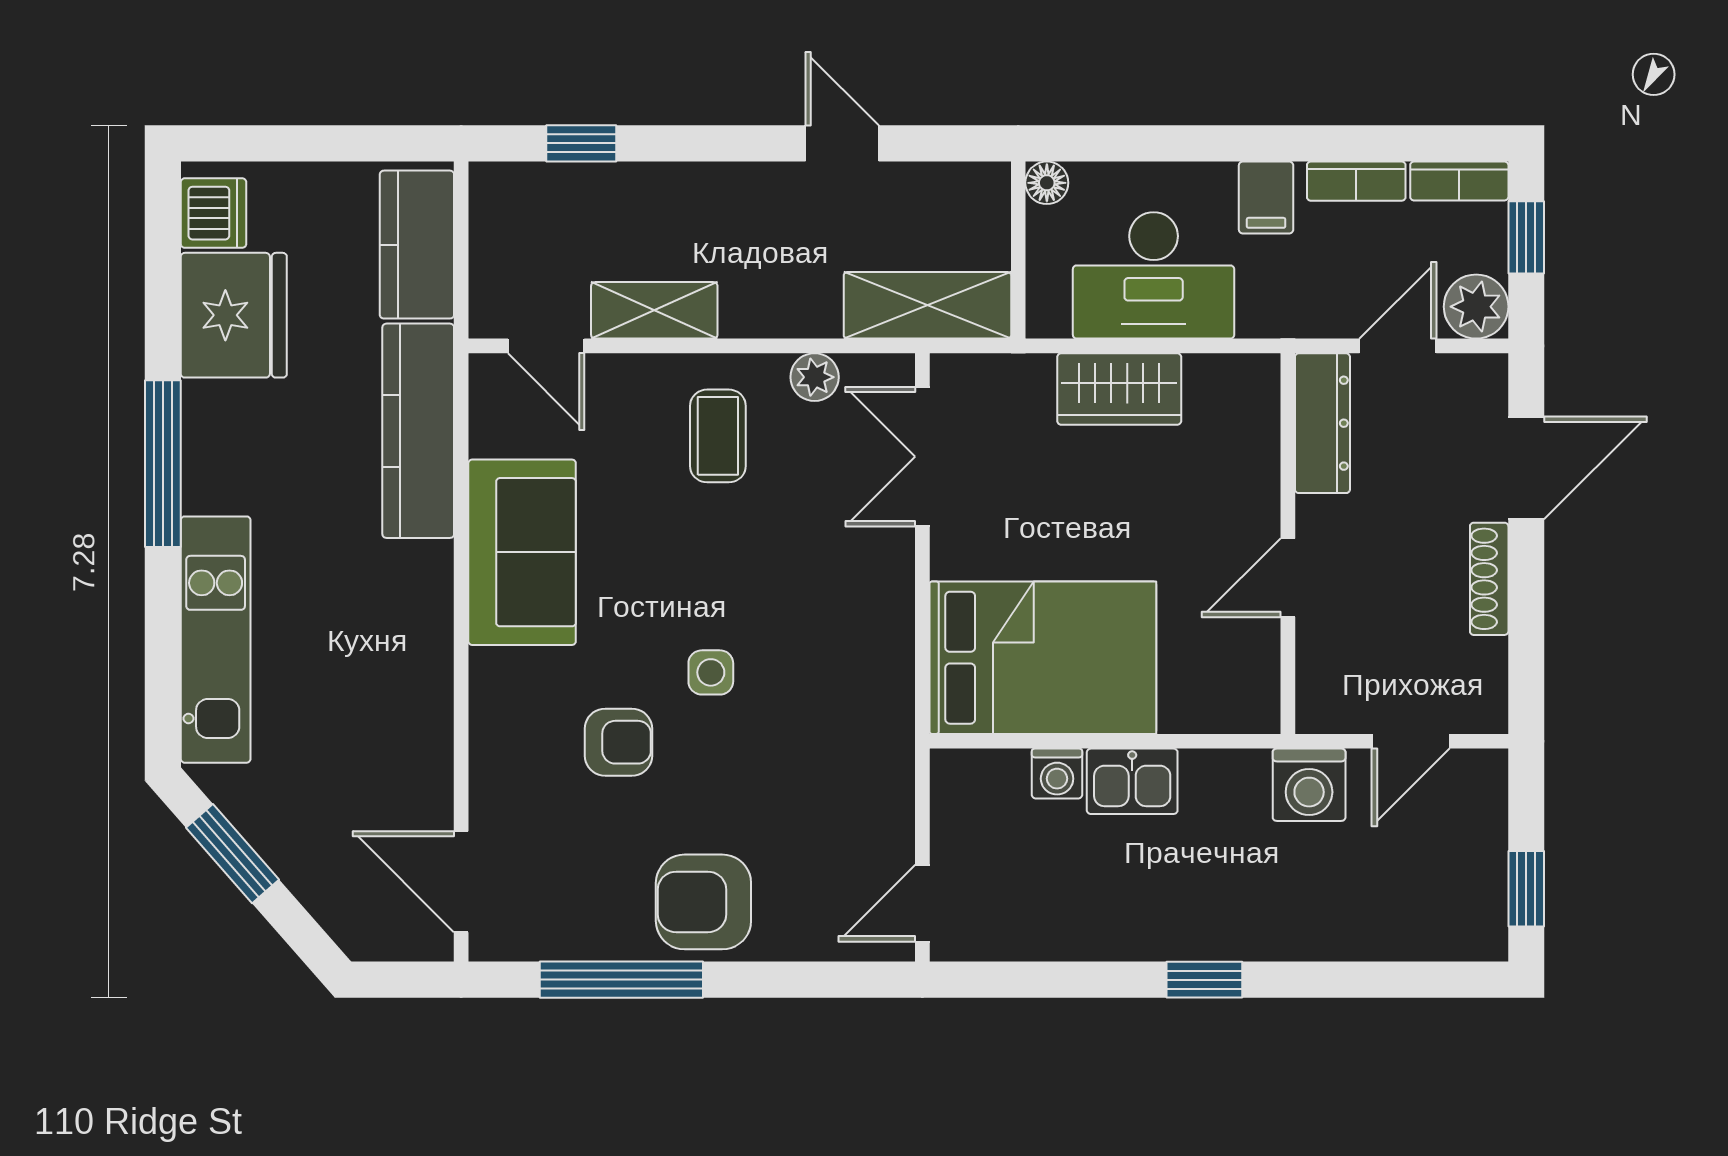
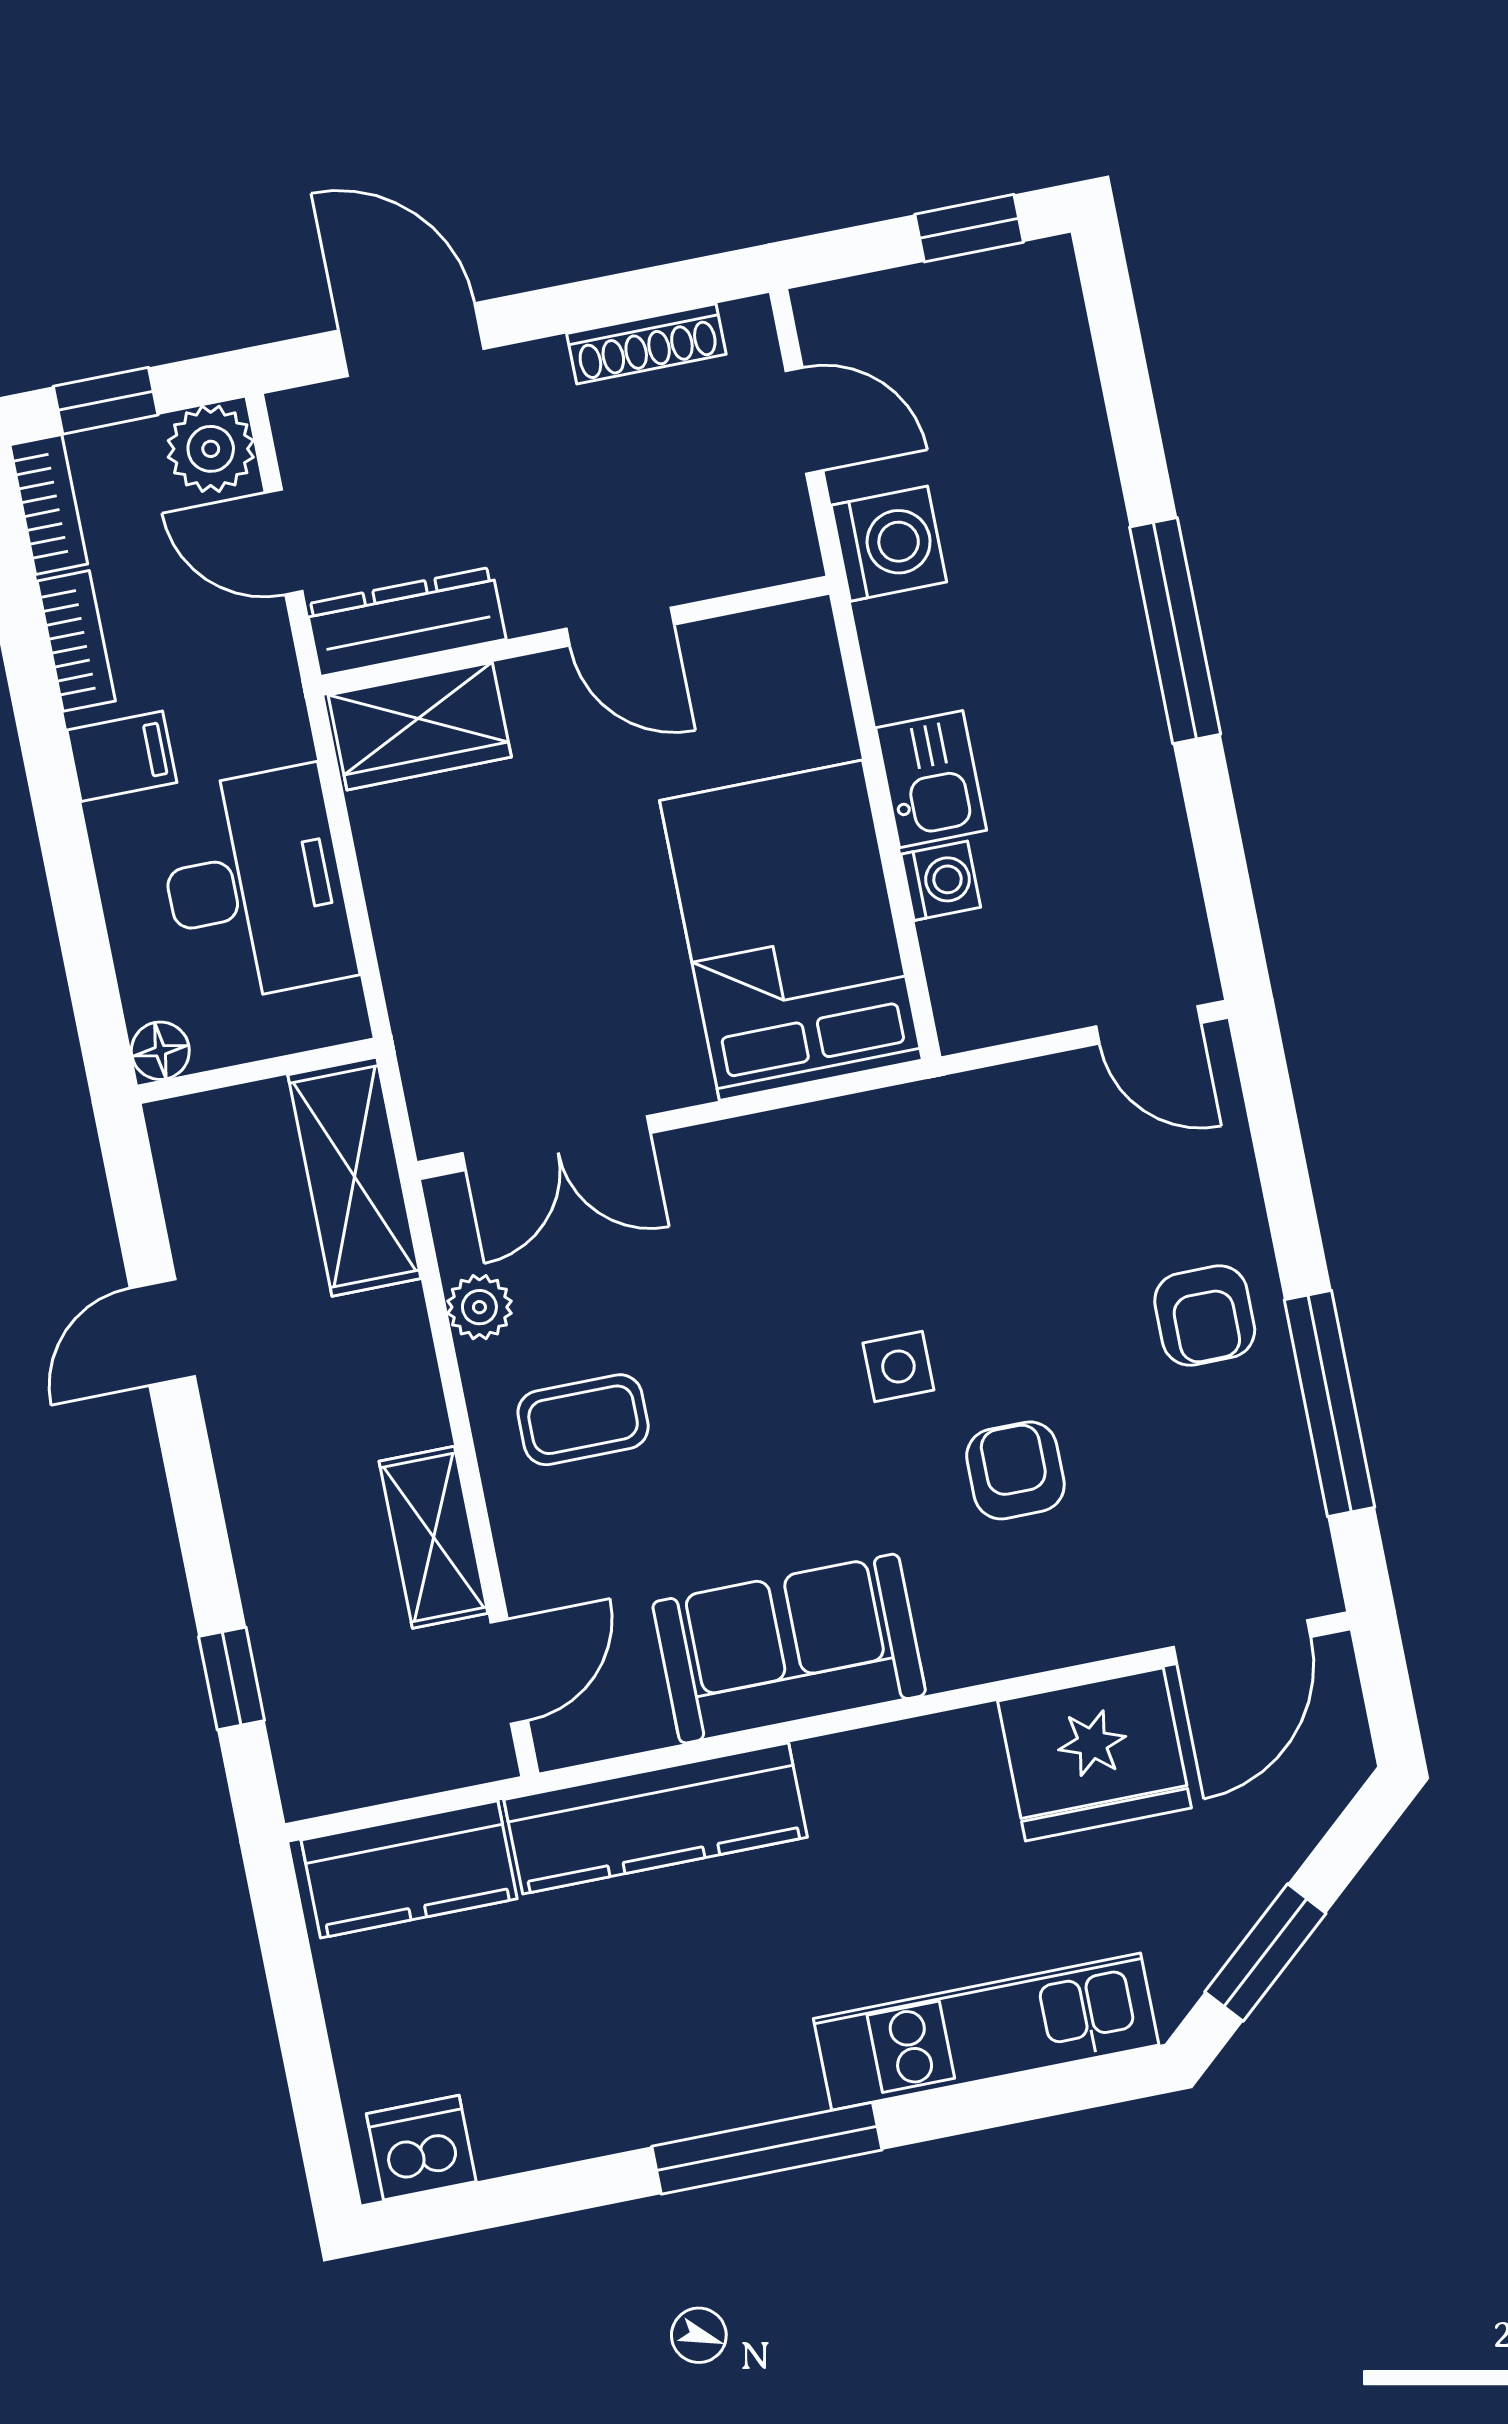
fridge: (234, 315) -> (1094, 1754), moved, turned 180
wardrobe: (1119, 389) -> (420, 726), moved, turned 90
shoe rack: (1489, 579) -> (646, 344), moved
armchair: (703, 902) -> (1205, 1316), width x0.72, depth x0.72
window: (1204, 980) -> (1175, 631), width x2.17

